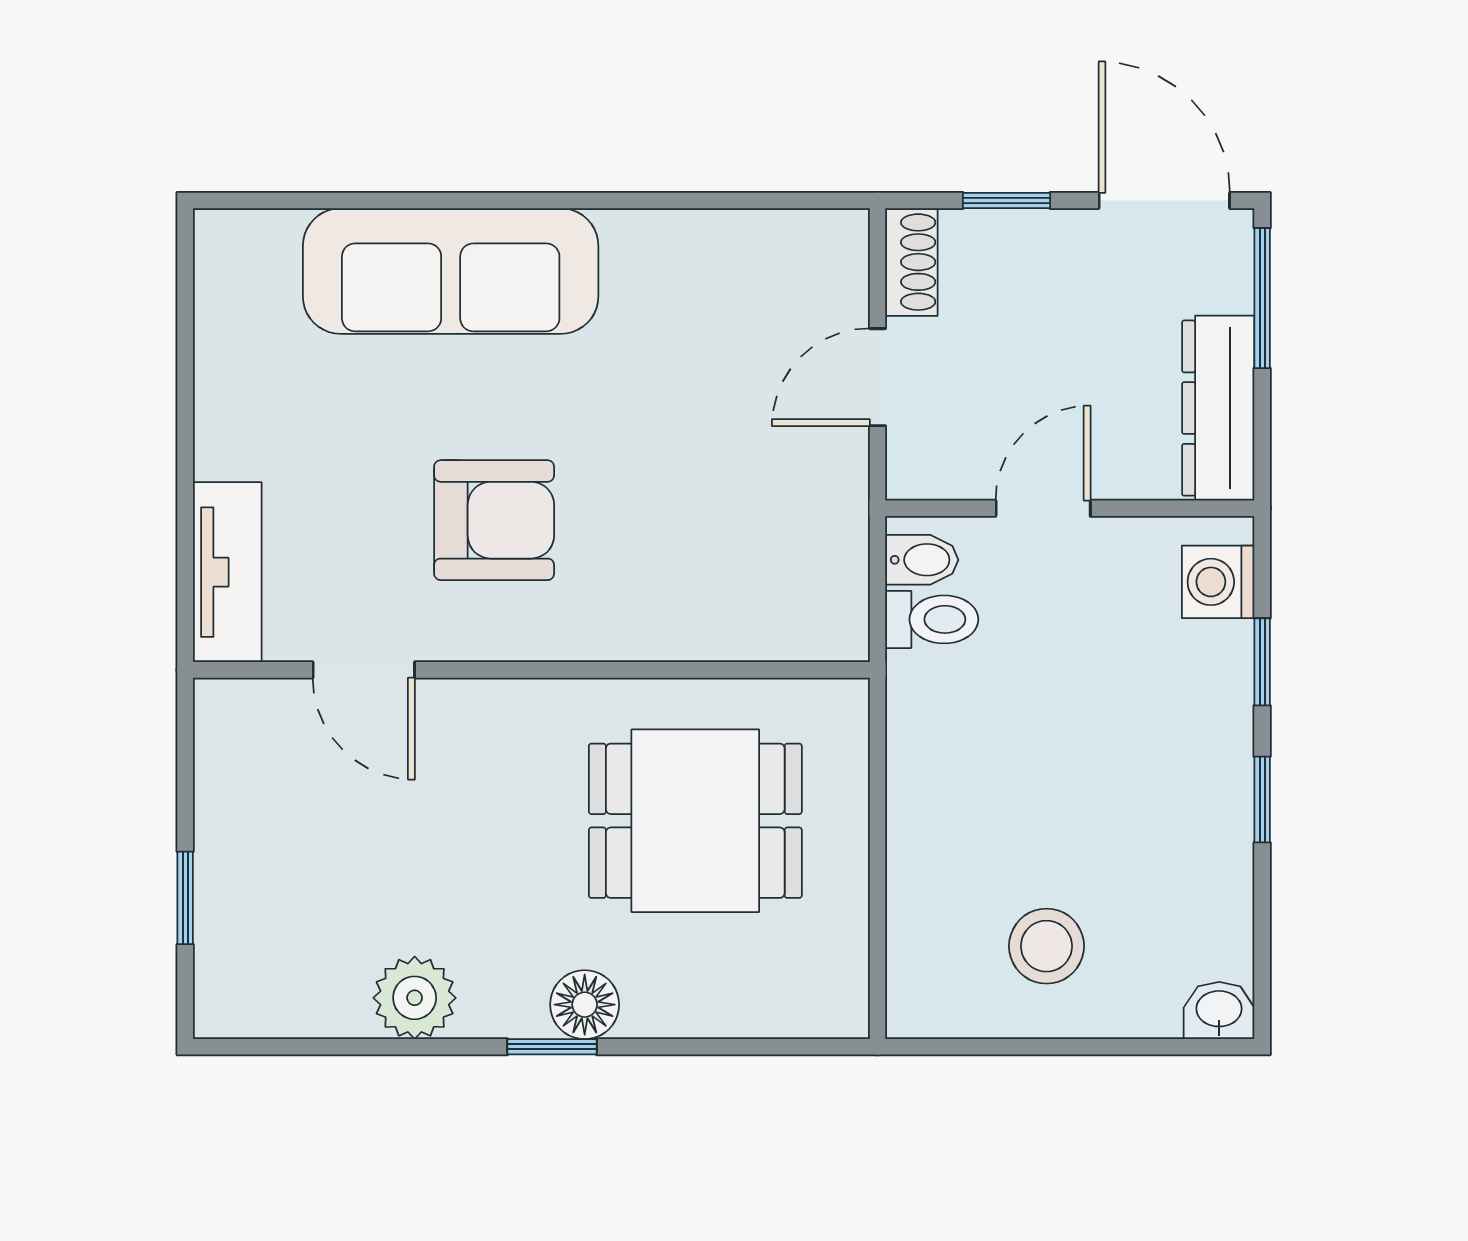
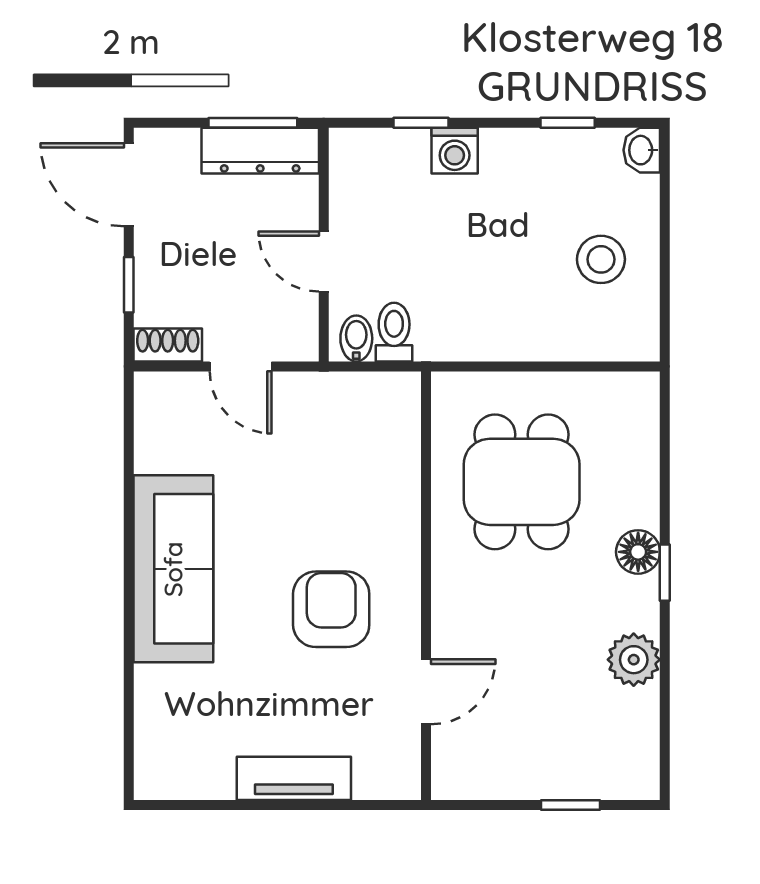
door: (1164, 201) -> (129, 185), hinge flipped
sofa: (451, 271) -> (173, 569), moved
window: (1262, 298) -> (253, 123), moved
tv unit: (227, 572) -> (294, 778), moved
washing machine: (1218, 582) -> (455, 151), moved
window: (1262, 800) -> (568, 123), moved

